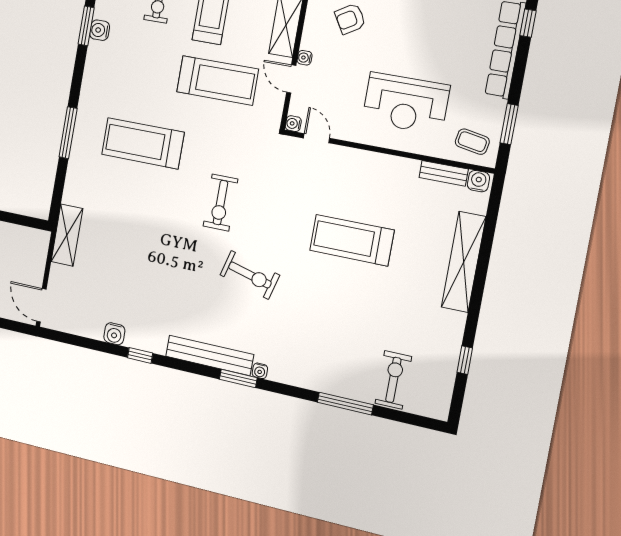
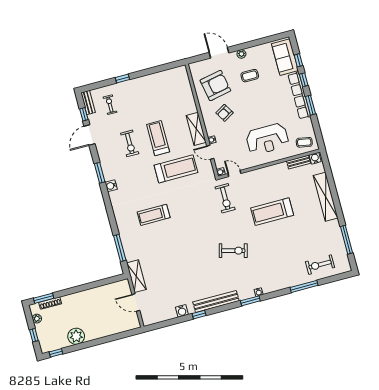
water cooler: (100, 30) -> (111, 186), moved
window: (509, 124) -> (310, 105), moved
window: (68, 133) -> (120, 248), moved
treadmill: (143, 143) -> (154, 215), width x0.73, depth x0.73
exercise bike: (220, 203) -> (225, 198), moved
door: (41, 305) -> (136, 302), moved
bench: (210, 355) -> (216, 301), moved
window: (465, 360) -> (346, 240), width x2.17
exercise bike: (393, 380) -> (320, 265), turned -90

